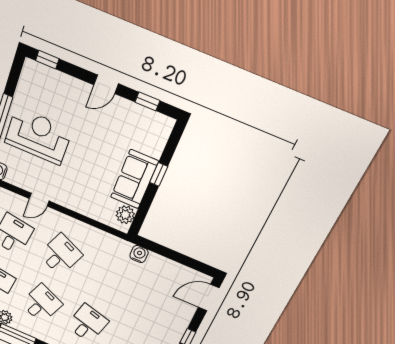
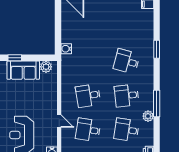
desk: (60, 255) -> (88, 96), turned -33
desk: (41, 303) -> (127, 96), turned -30

